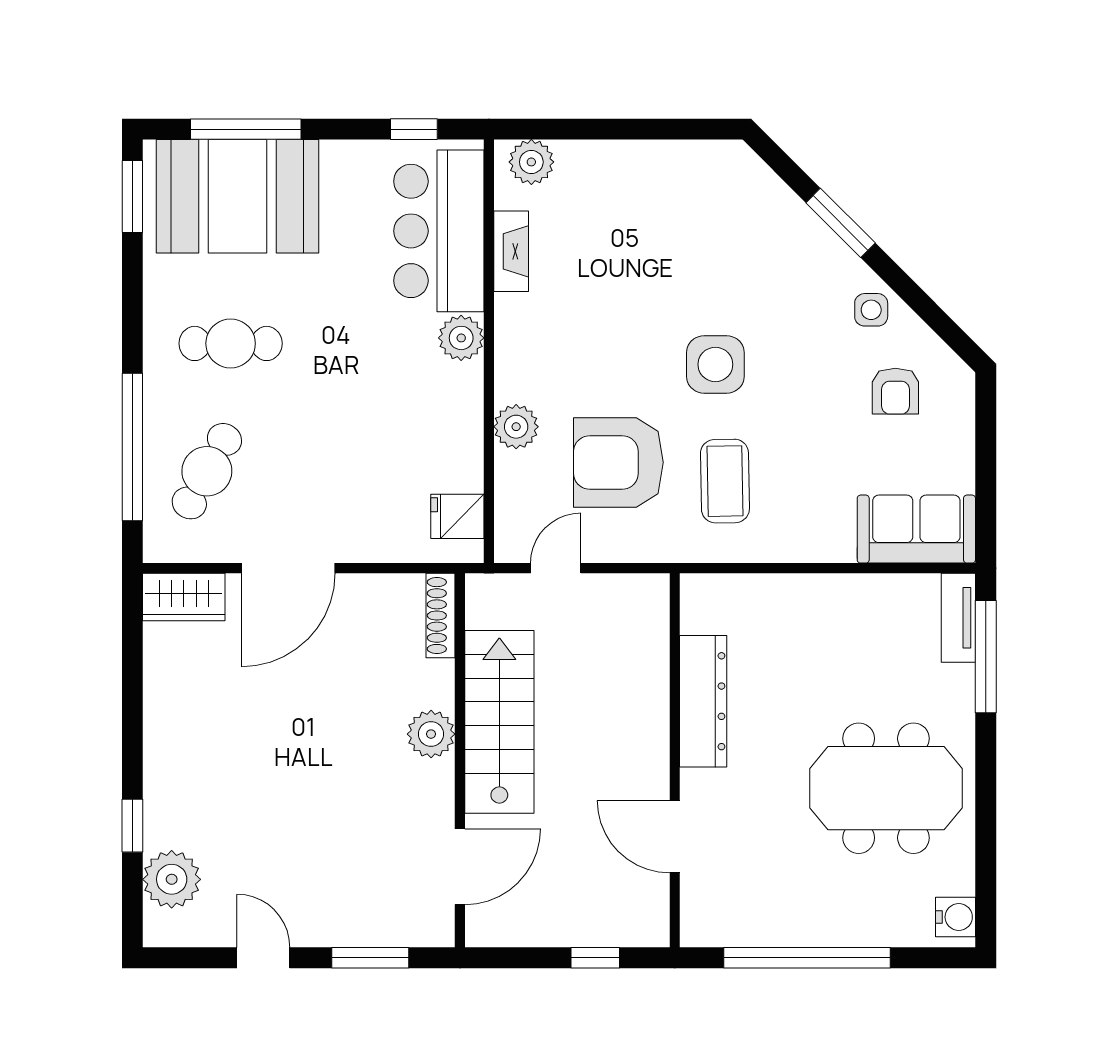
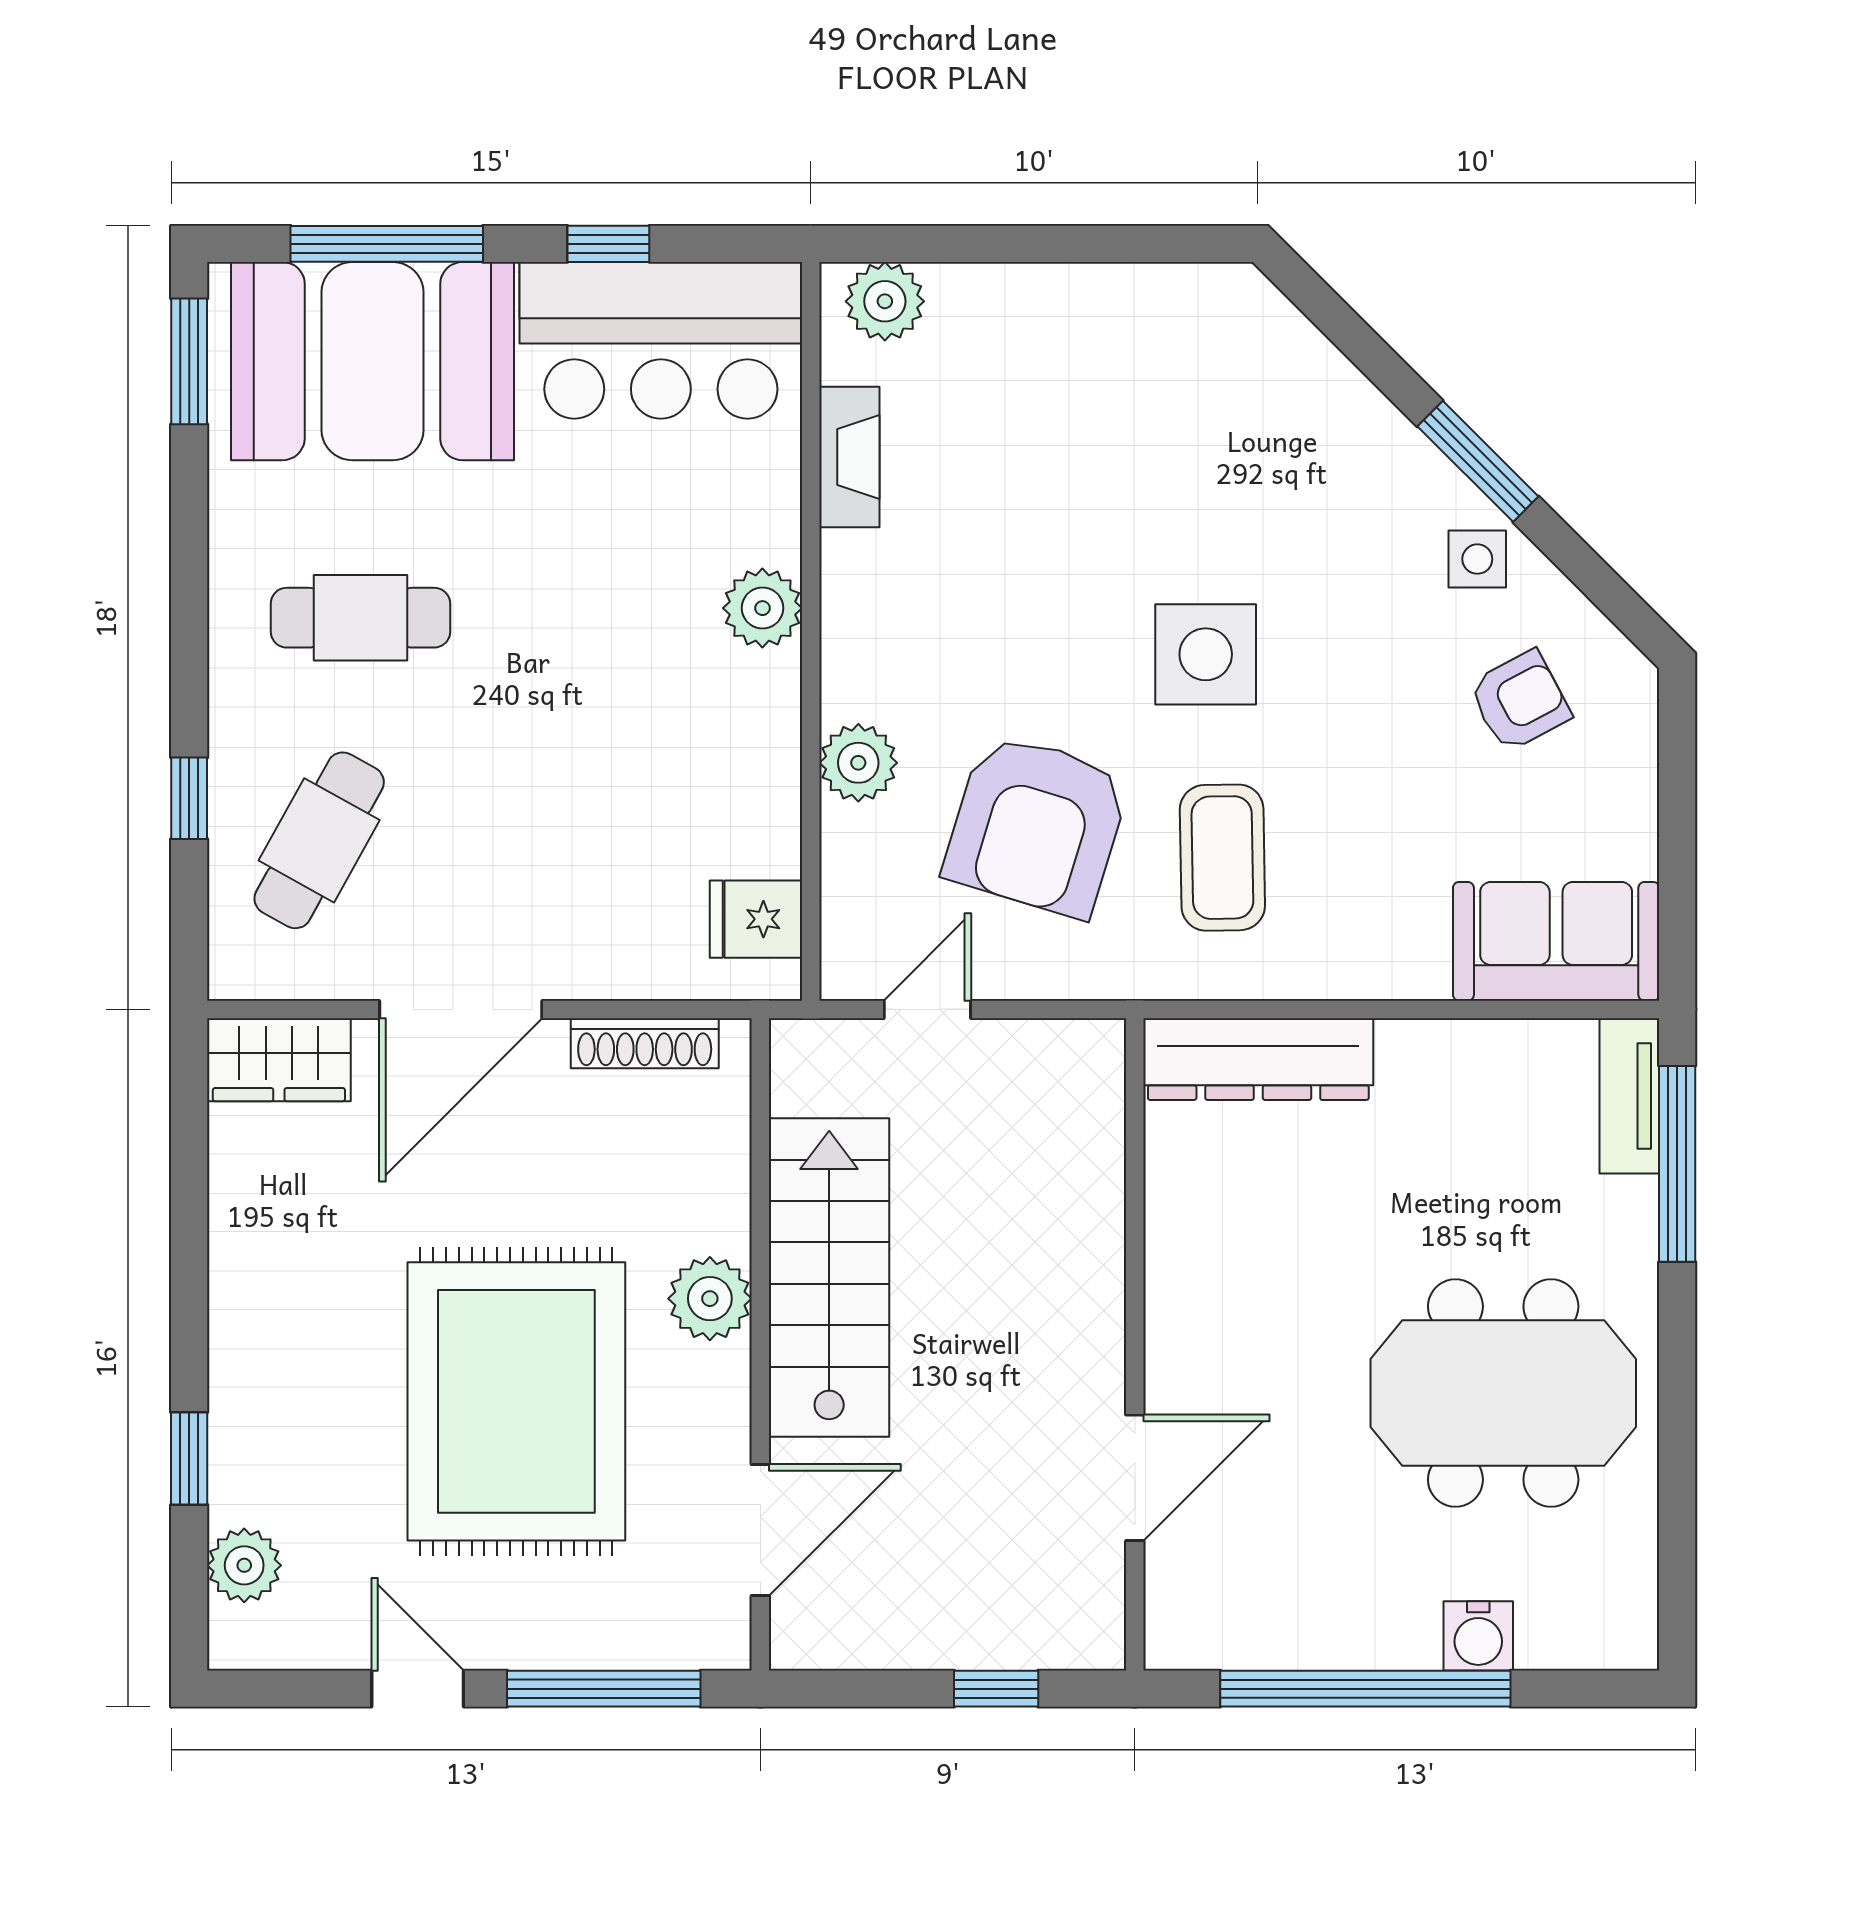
window: (414, 129) -> (608, 244), moved
window: (841, 223) -> (1478, 461), moved
bar counter: (439, 231) -> (661, 340), moved, turned -90
armchair: (895, 391) -> (1520, 701), turned -118
window: (132, 447) -> (189, 798), width x0.32
armchair: (618, 462) -> (1037, 825), turned -73
shoe rack: (441, 616) -> (645, 1043), moved, turned -90
dresser: (703, 701) -> (1258, 1059), moved, turned 90
rug: (320, 793) -> (516, 1401), added
door: (675, 837) -> (1135, 1478), swing flipped
plant: (172, 879) -> (244, 1565), width x0.73, depth x0.73
water cooler: (956, 917) -> (1478, 1636), moved, turned 90
window: (370, 958) -> (604, 1689), width x1.44

